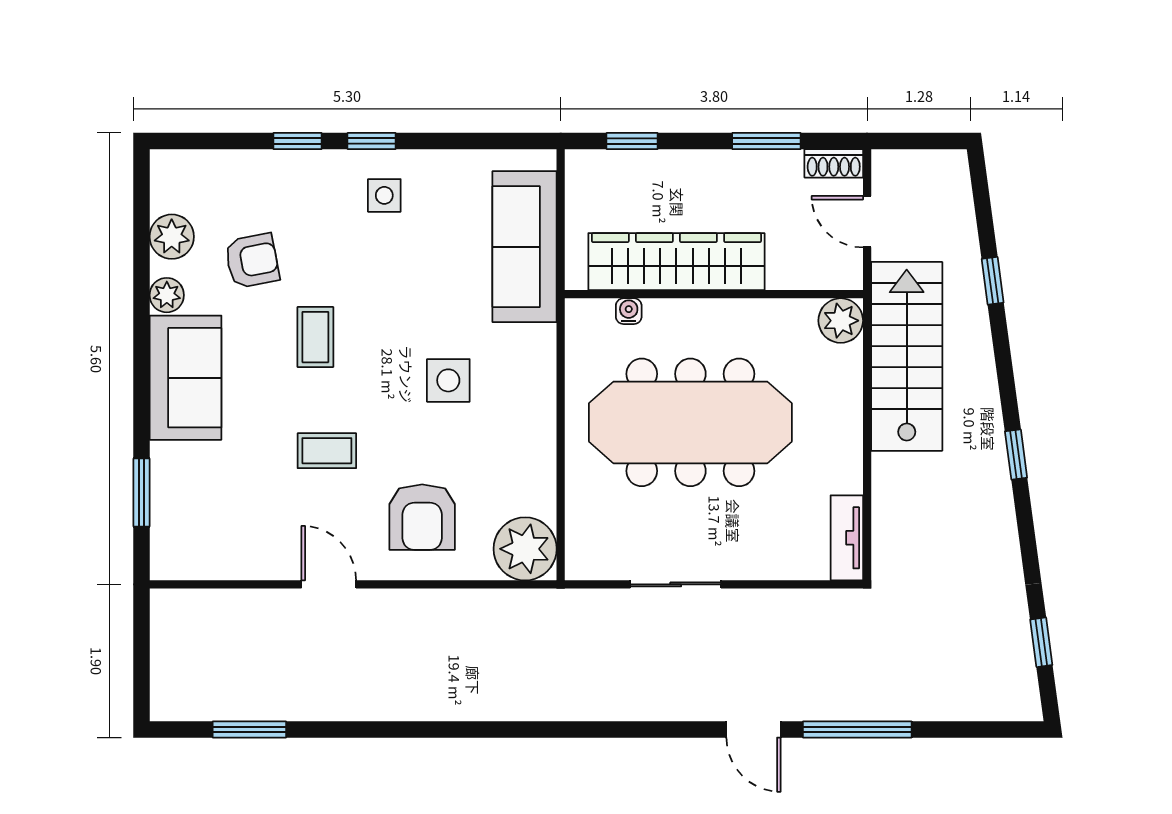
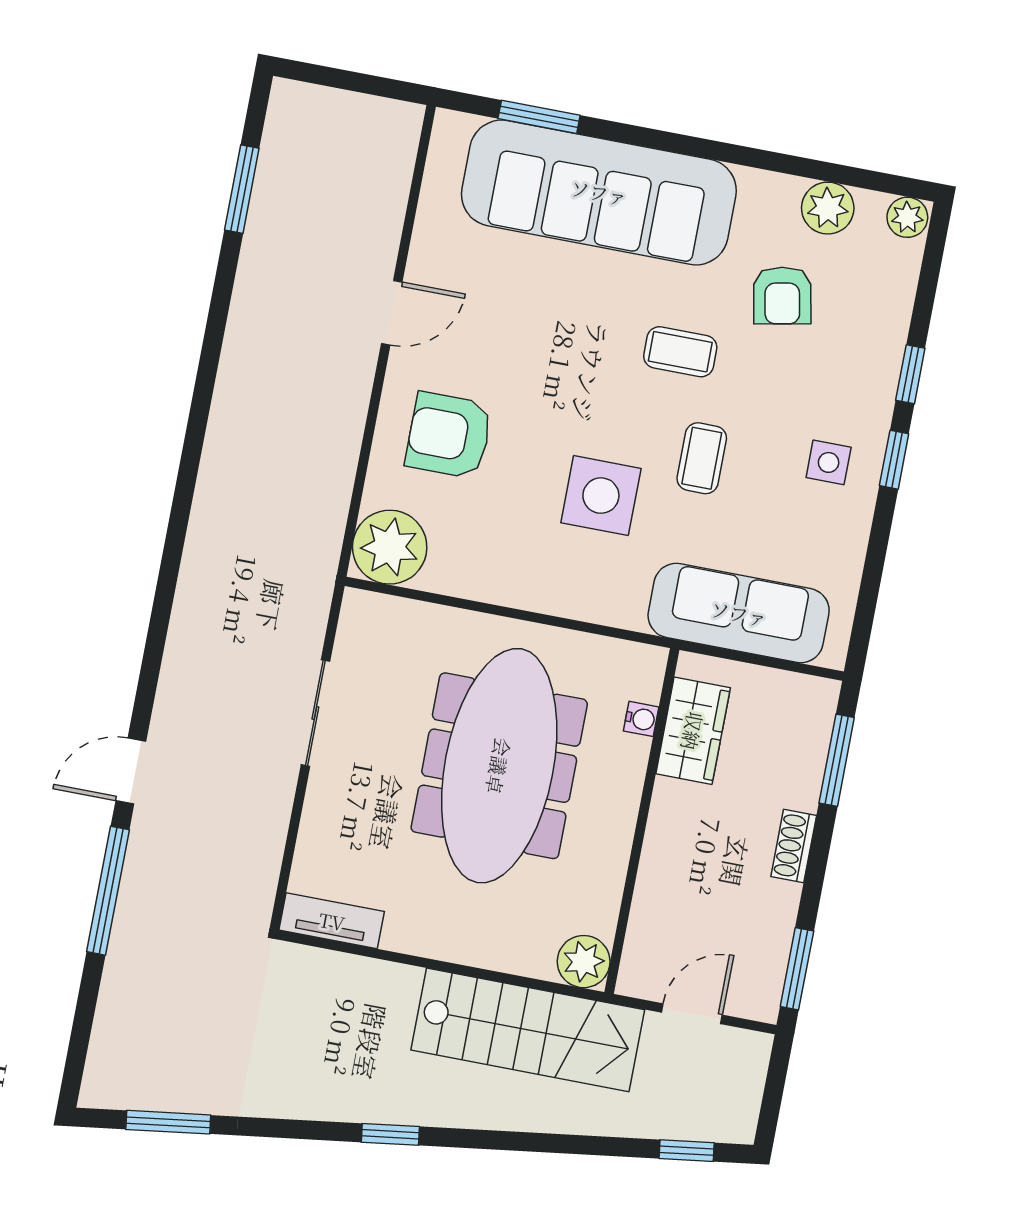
window: (632, 141) -> (837, 760), width x1.50
window: (766, 141) -> (797, 969), moved
shoe rack: (834, 163) -> (794, 846), moved
wardrobe: (676, 262) -> (693, 731), width x0.48, depth x0.85
window: (993, 281) -> (687, 1151), moved
plant: (167, 295) -> (907, 217), moved
sofa: (185, 378) -> (599, 192), width x1.85, depth x1.27
side table: (448, 380) -> (601, 496), width x1.37, depth x1.37
coffee table: (327, 451) -> (702, 458), moved
window: (1041, 642) -> (168, 1122), width x1.50

